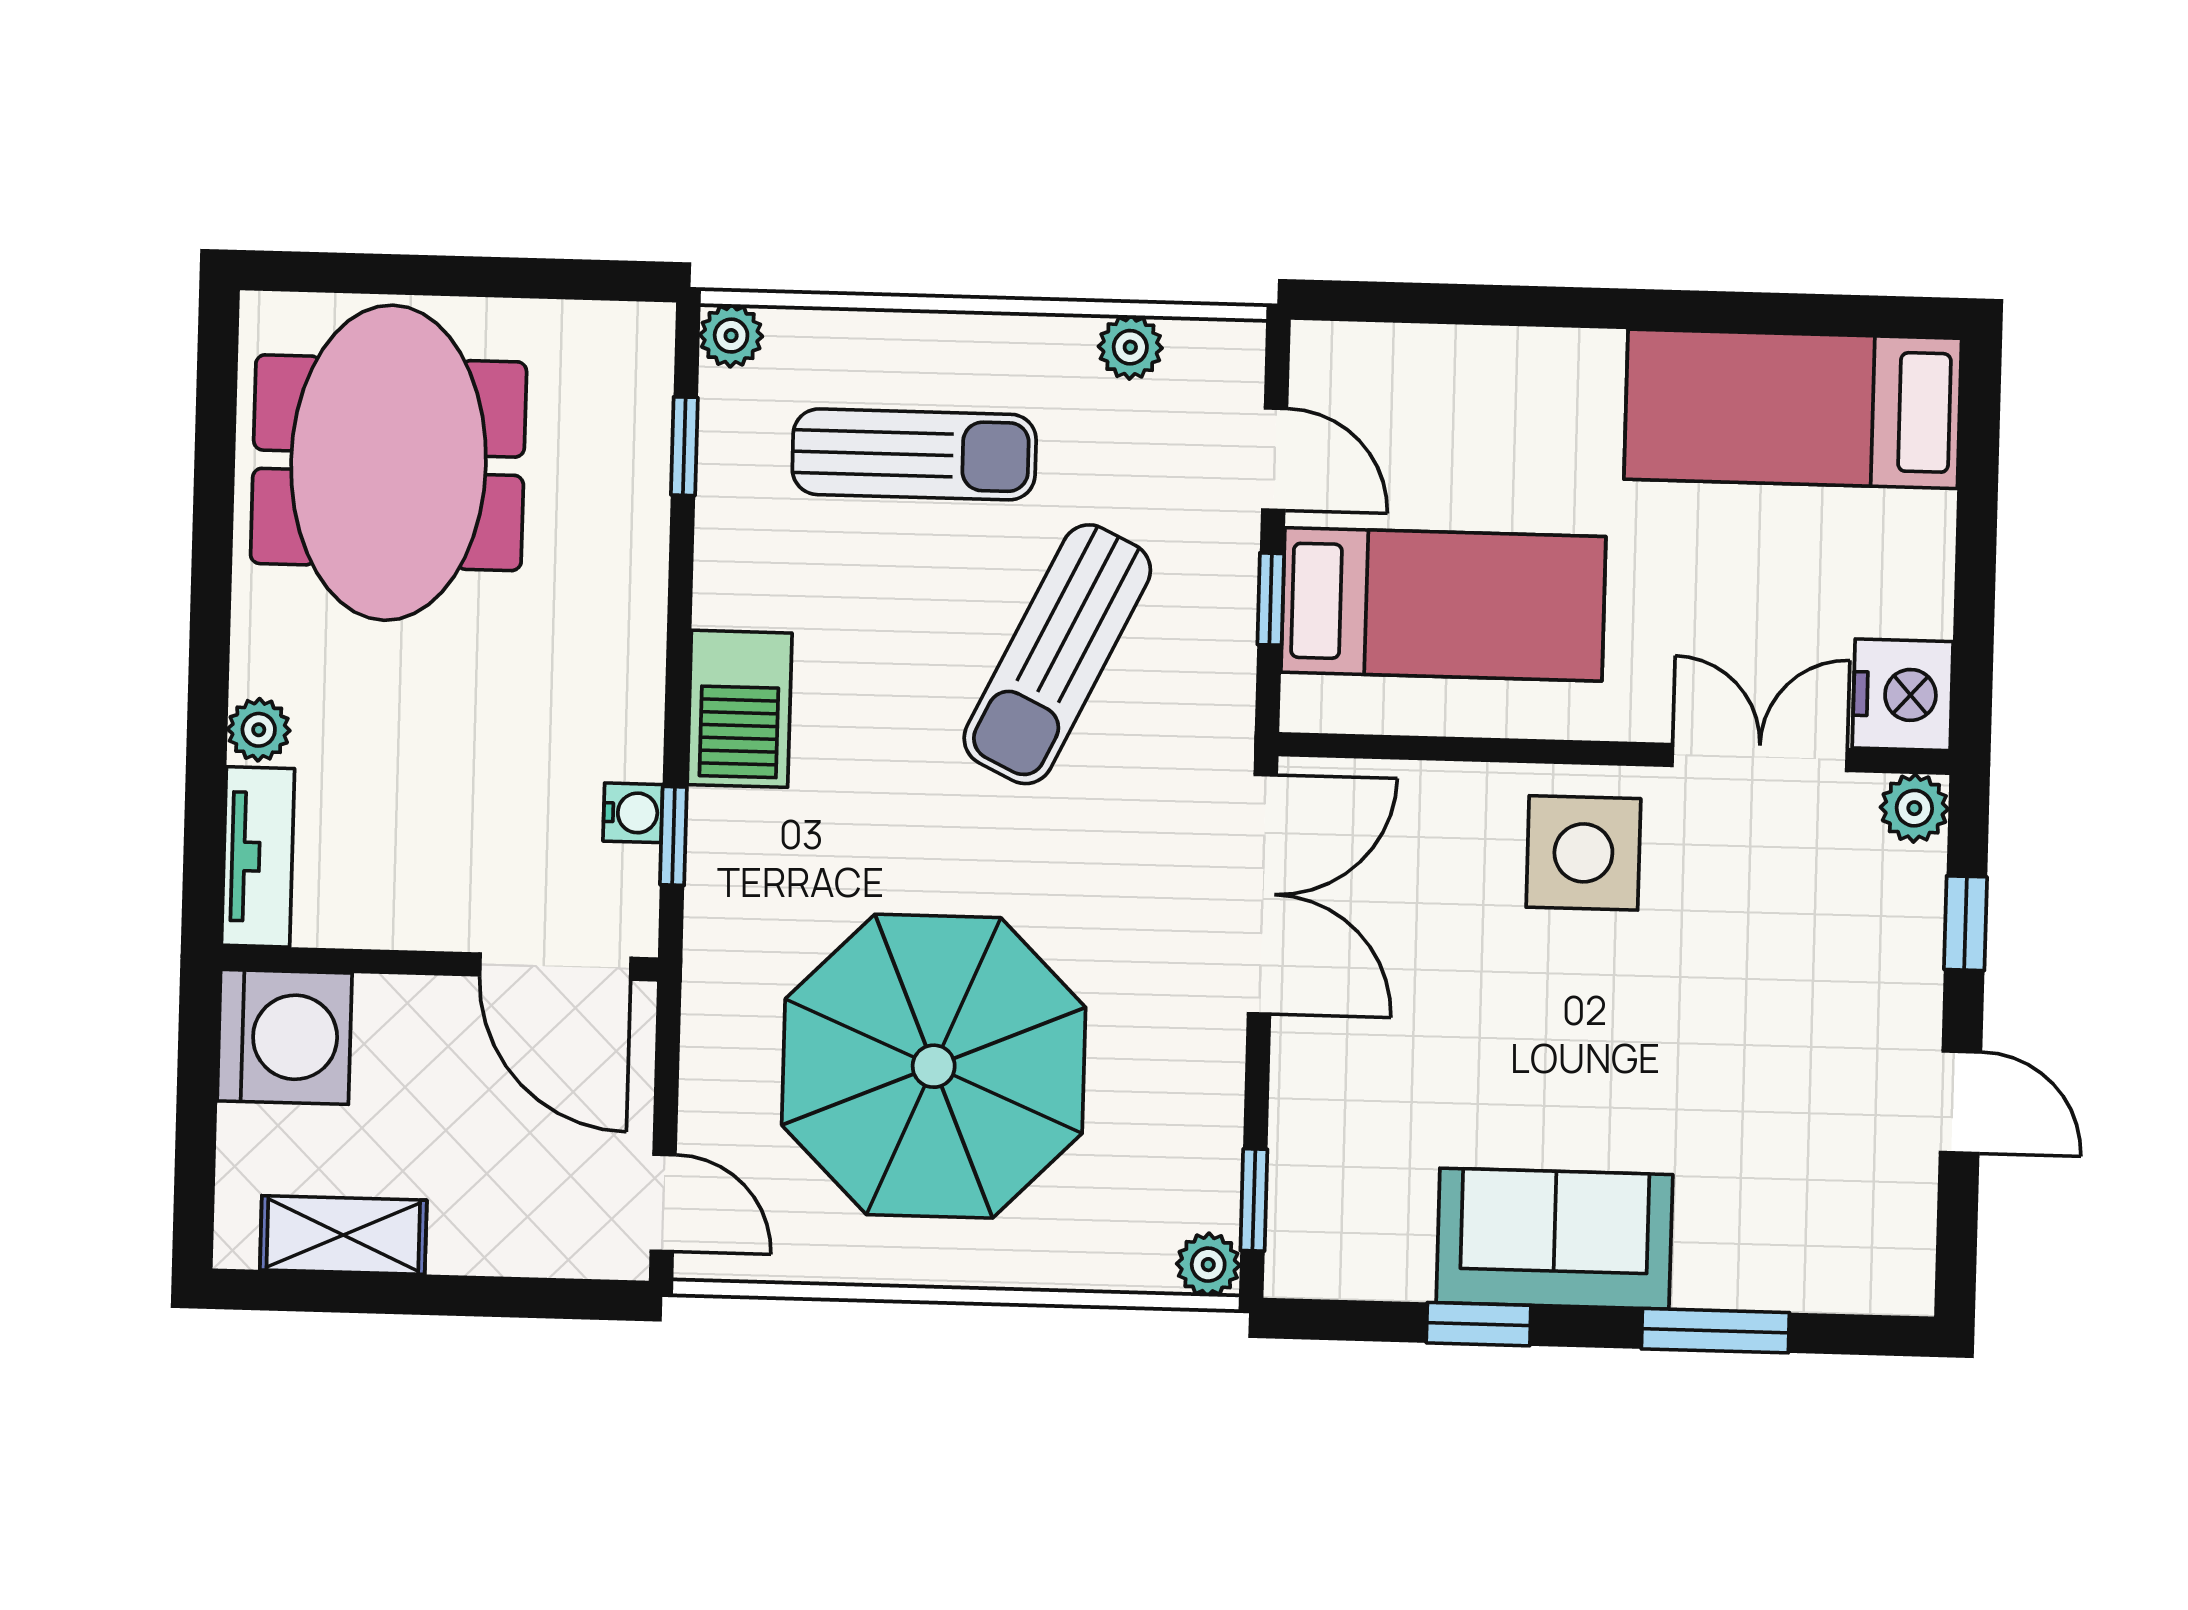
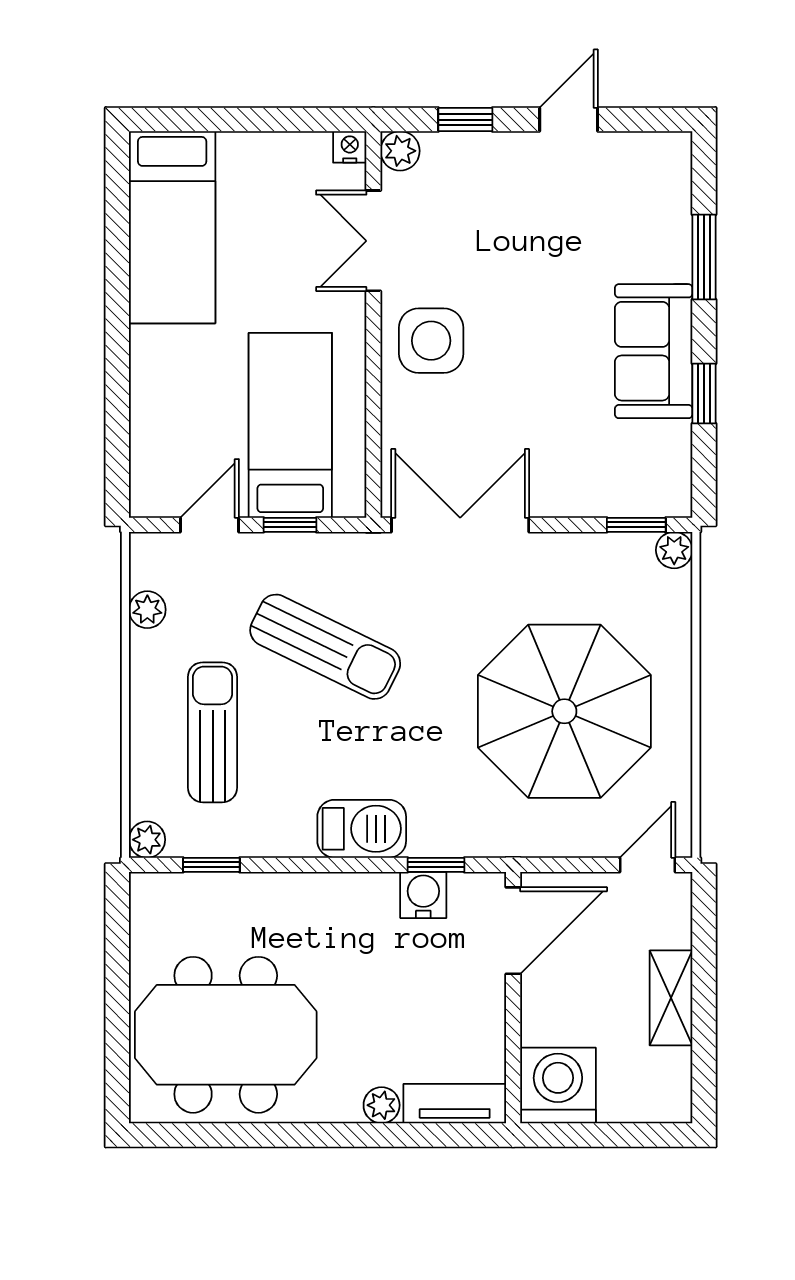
nightstand: (1903, 695) -> (350, 147), width x0.53, depth x0.56
water cooler: (633, 813) -> (423, 895), width x1.38, depth x1.38
shelving: (343, 1235) -> (671, 998), moved

